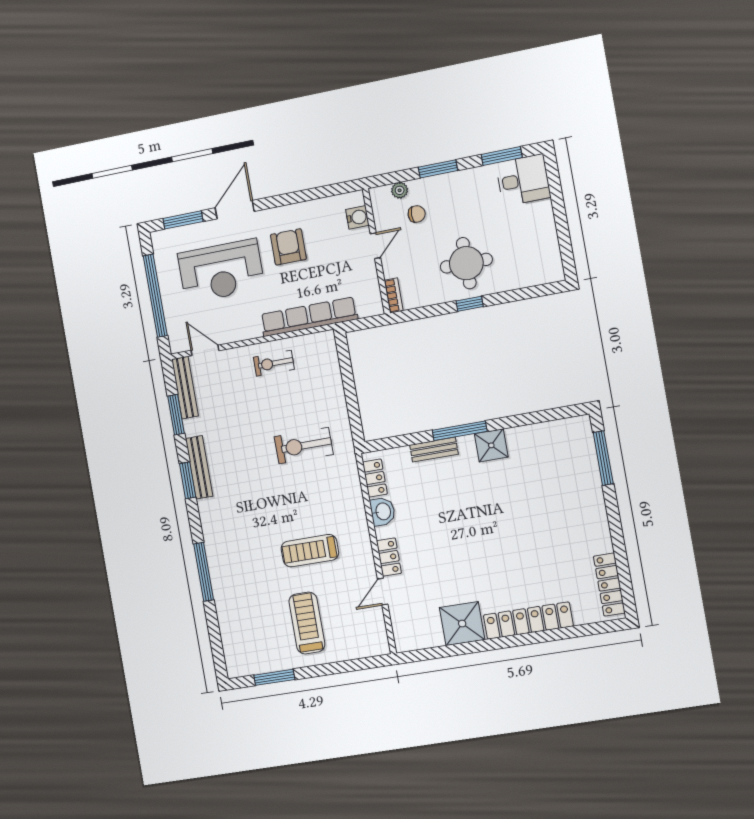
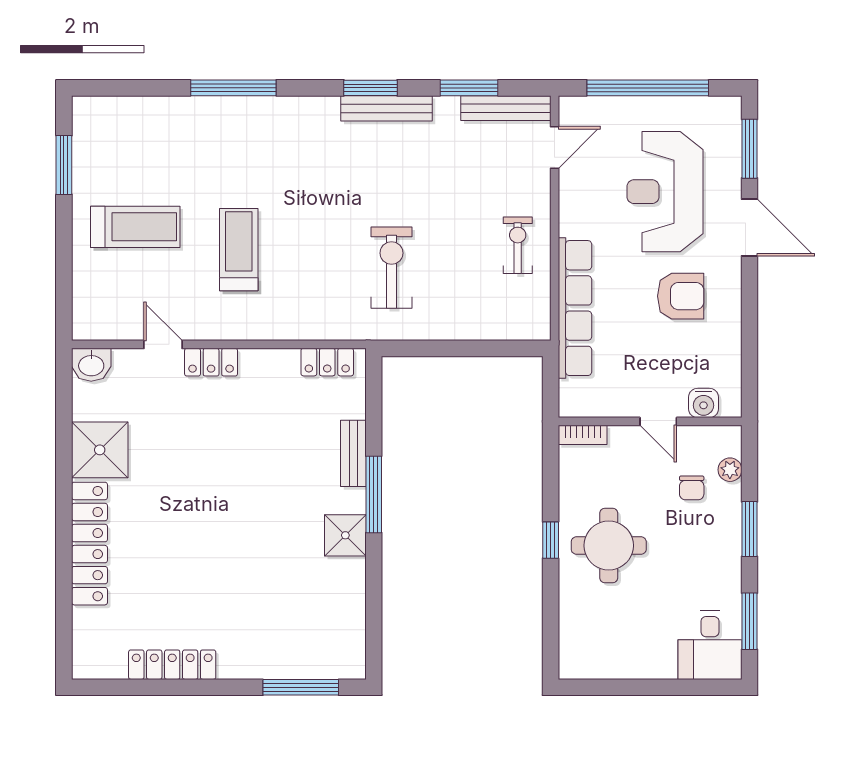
washbasin: (383, 512) -> (91, 365), moved
locker: (609, 585) -> (172, 665), moved

